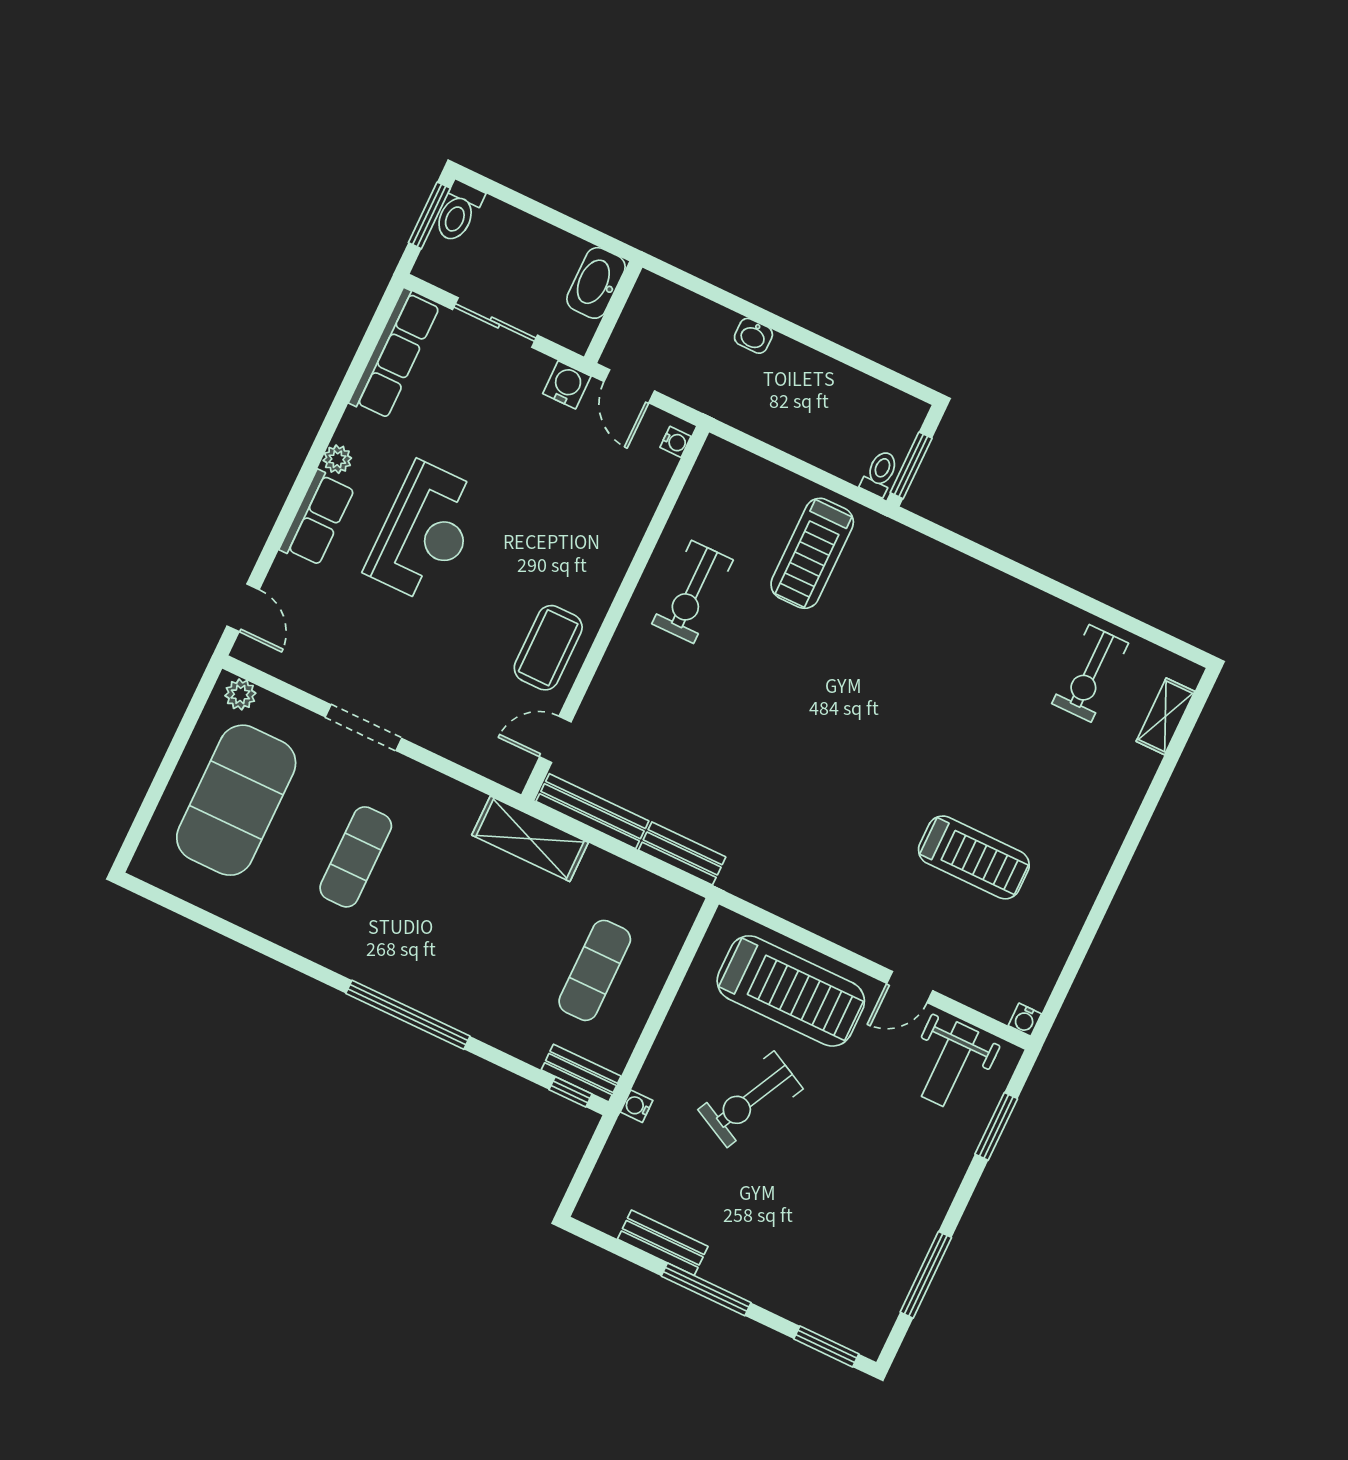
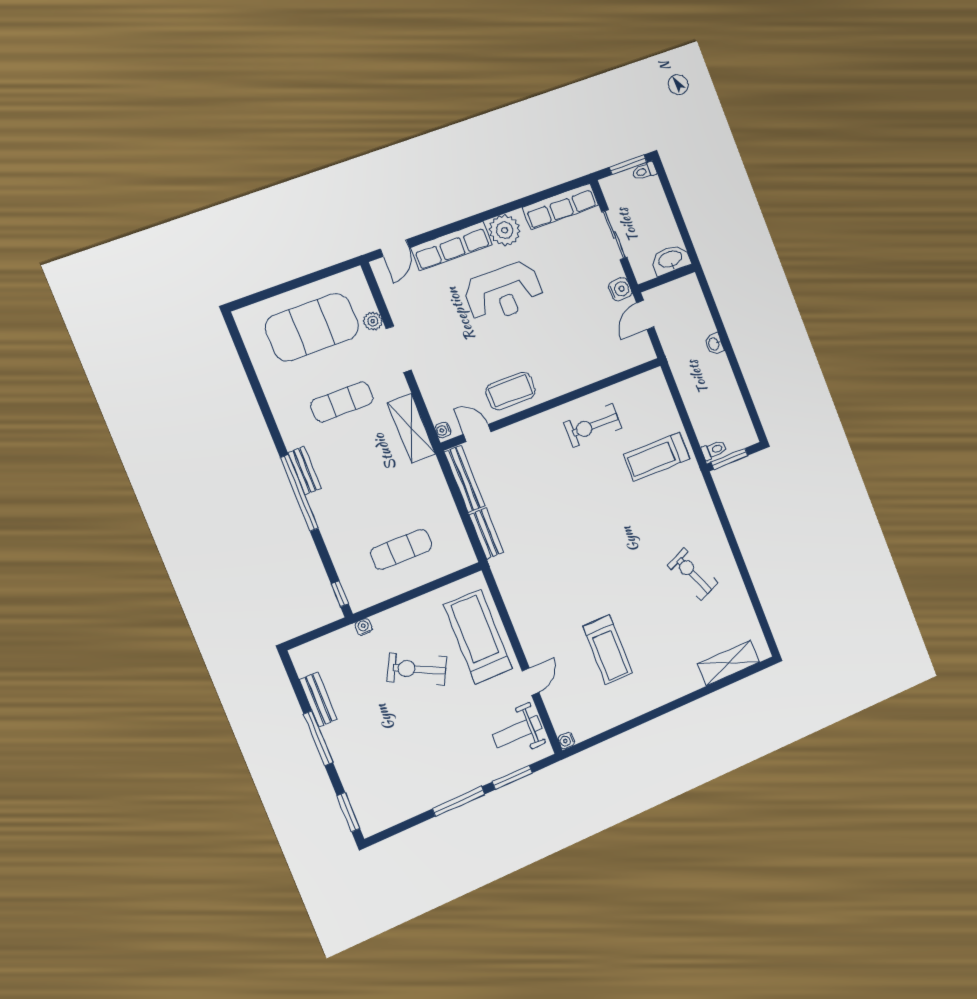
toilet: (458, 212) -> (644, 171), width x0.73, depth x0.72
water cooler: (675, 442) -> (443, 430), moved, turned 90
plant: (337, 459) -> (505, 230), width x1.88, depth x1.88
row of seats: (317, 518) -> (451, 246), width x1.48
exercise bike: (1090, 673) -> (693, 574), moved, turned 67
plant: (240, 694) -> (373, 321), moved
shelving: (1165, 716) -> (729, 663), width x1.50, depth x1.33
shelving: (530, 839) -> (411, 428), moved
door: (910, 987) -> (530, 682), swing flipped
treadmill: (791, 991) -> (478, 637), turned 180
bench: (581, 1073) -> (305, 470), moved
window: (926, 1275) -> (459, 801), moved

